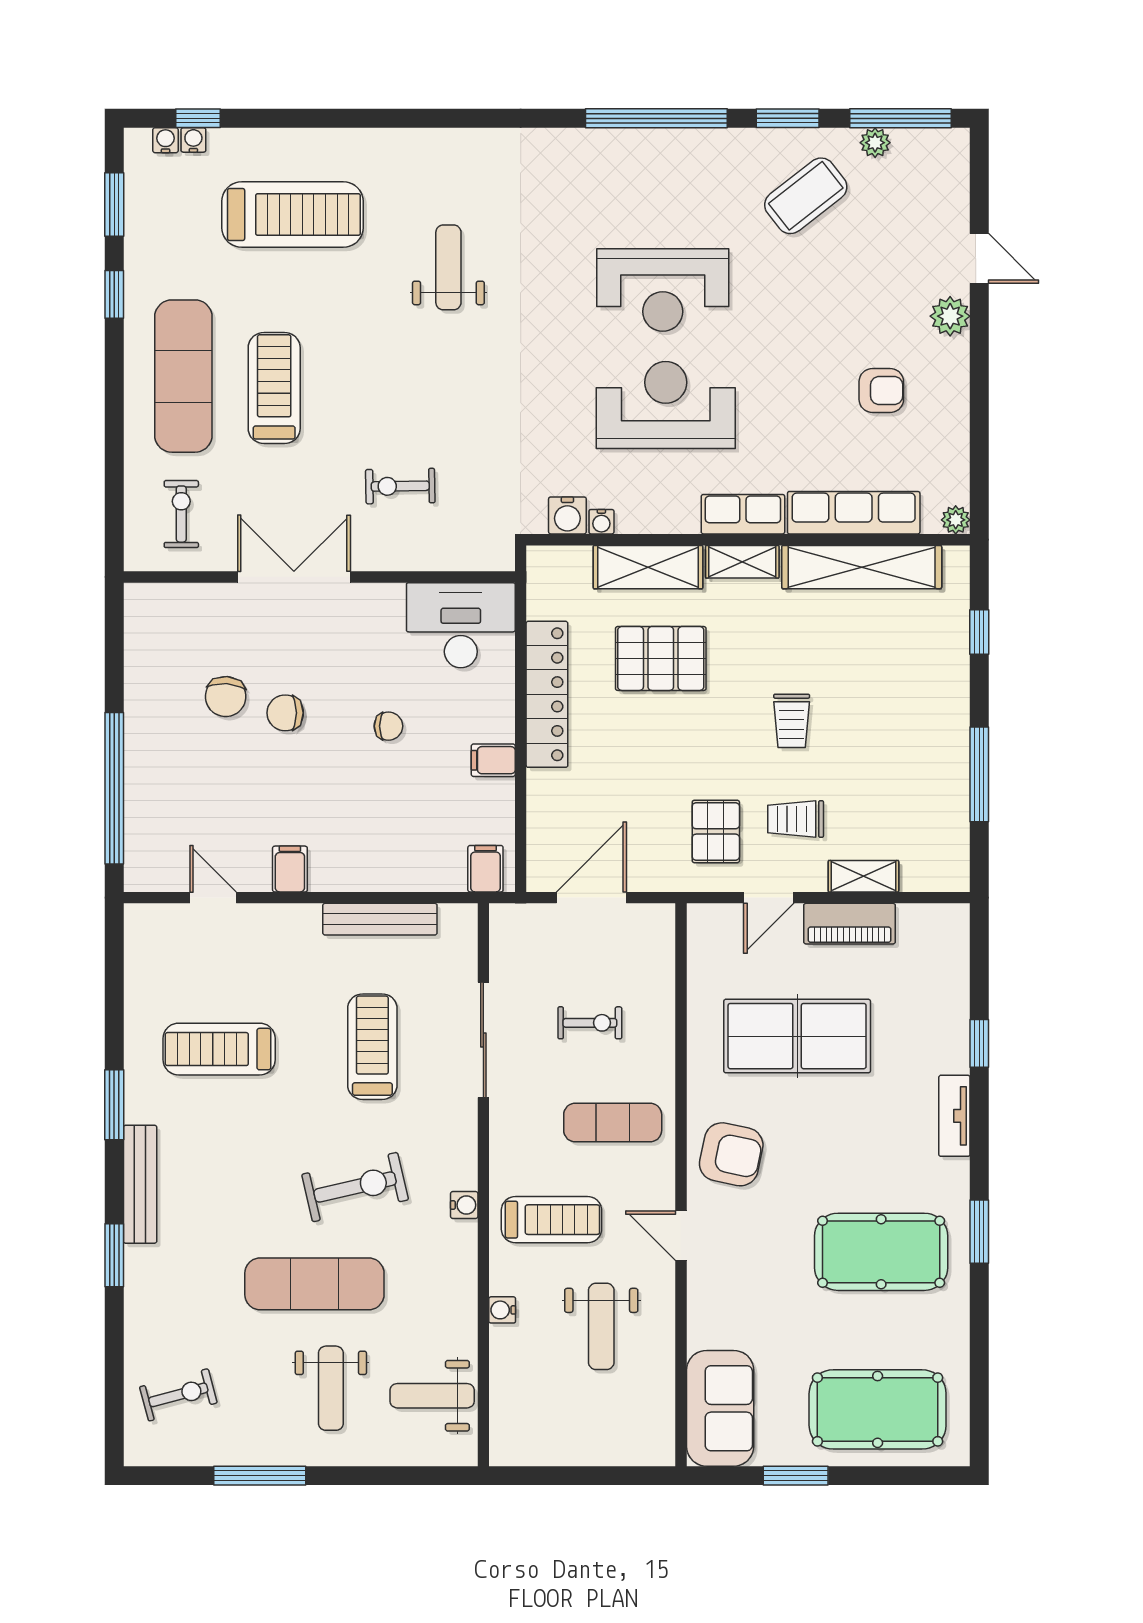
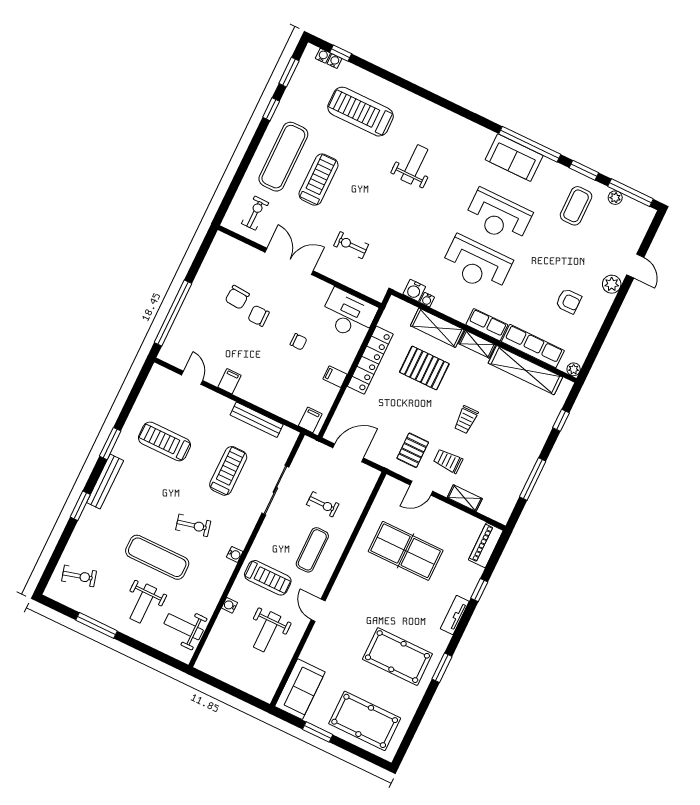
sofa: (638, 159) -> (514, 158), added
coffee table: (806, 196) -> (576, 206), turned -52
treadmill: (292, 215) -> (361, 112), turned 180
reception desk: (666, 405) -> (477, 264), turned 180
piano: (850, 924) -> (486, 545), moved, turned 90
exercise mat: (613, 1123) -> (312, 550), turned 90
armchair: (731, 1154) -> (355, 587), removed
exercise bike: (355, 1187) -> (193, 525), width x0.73, depth x0.72

